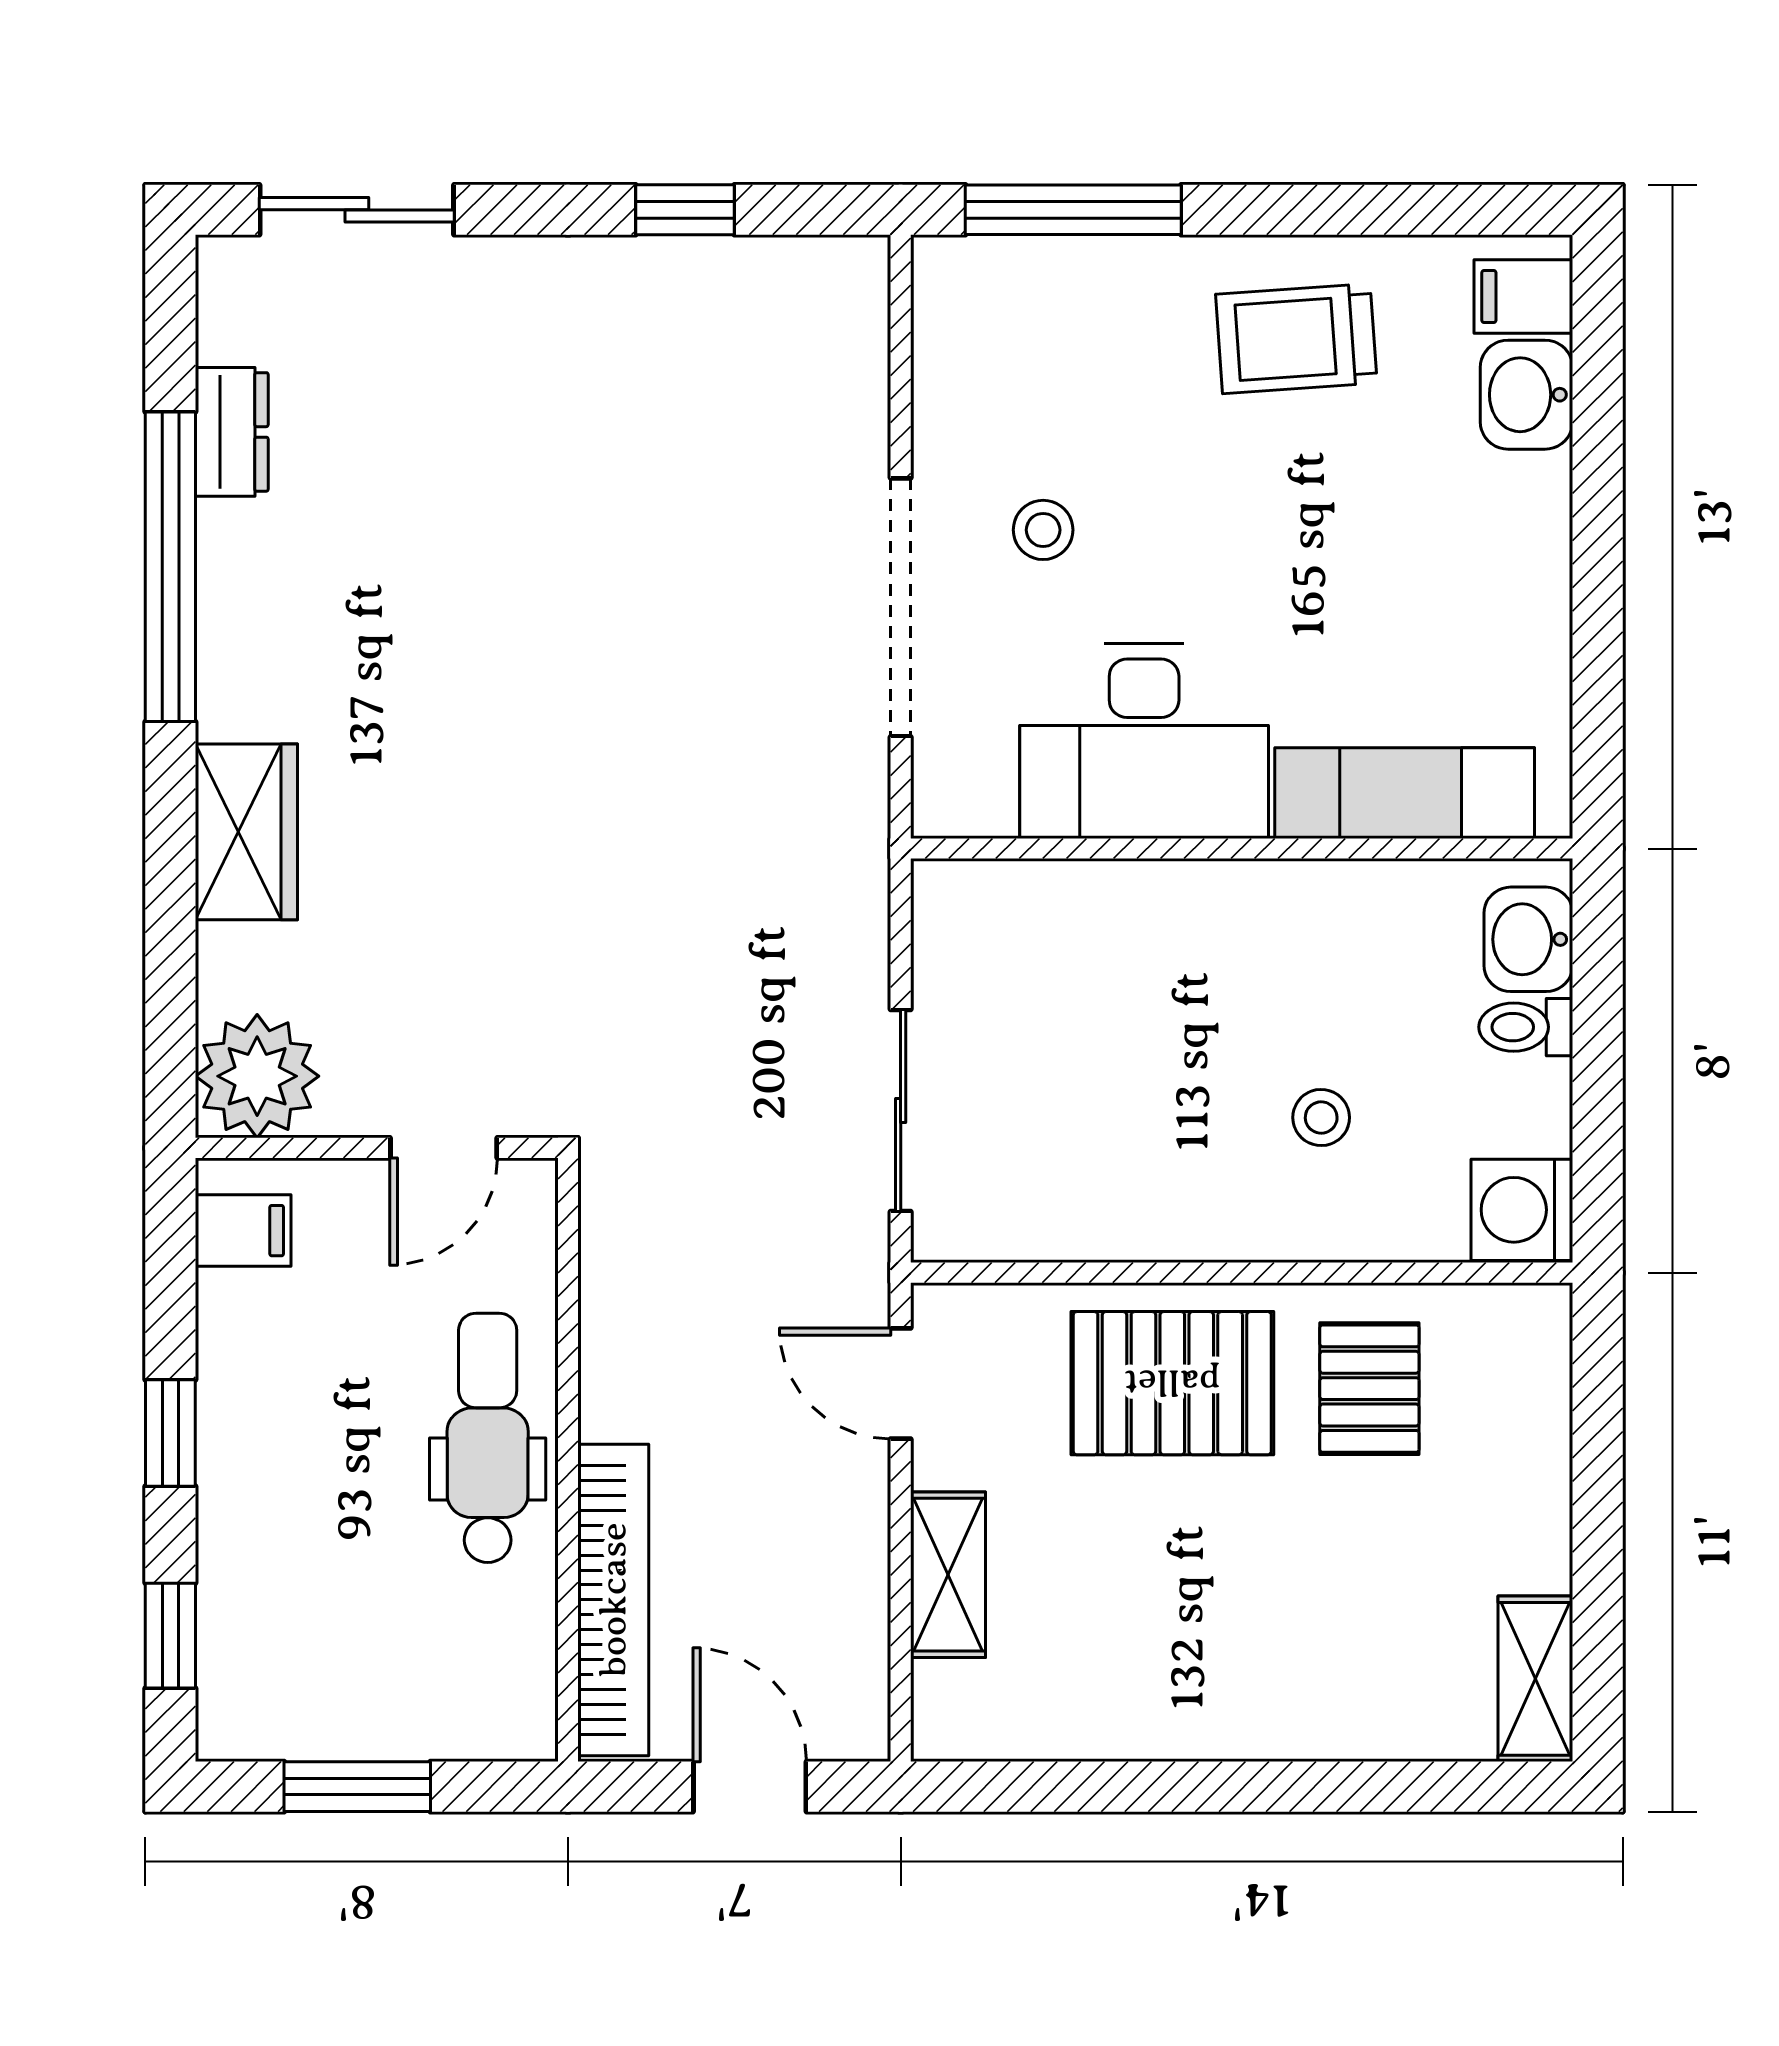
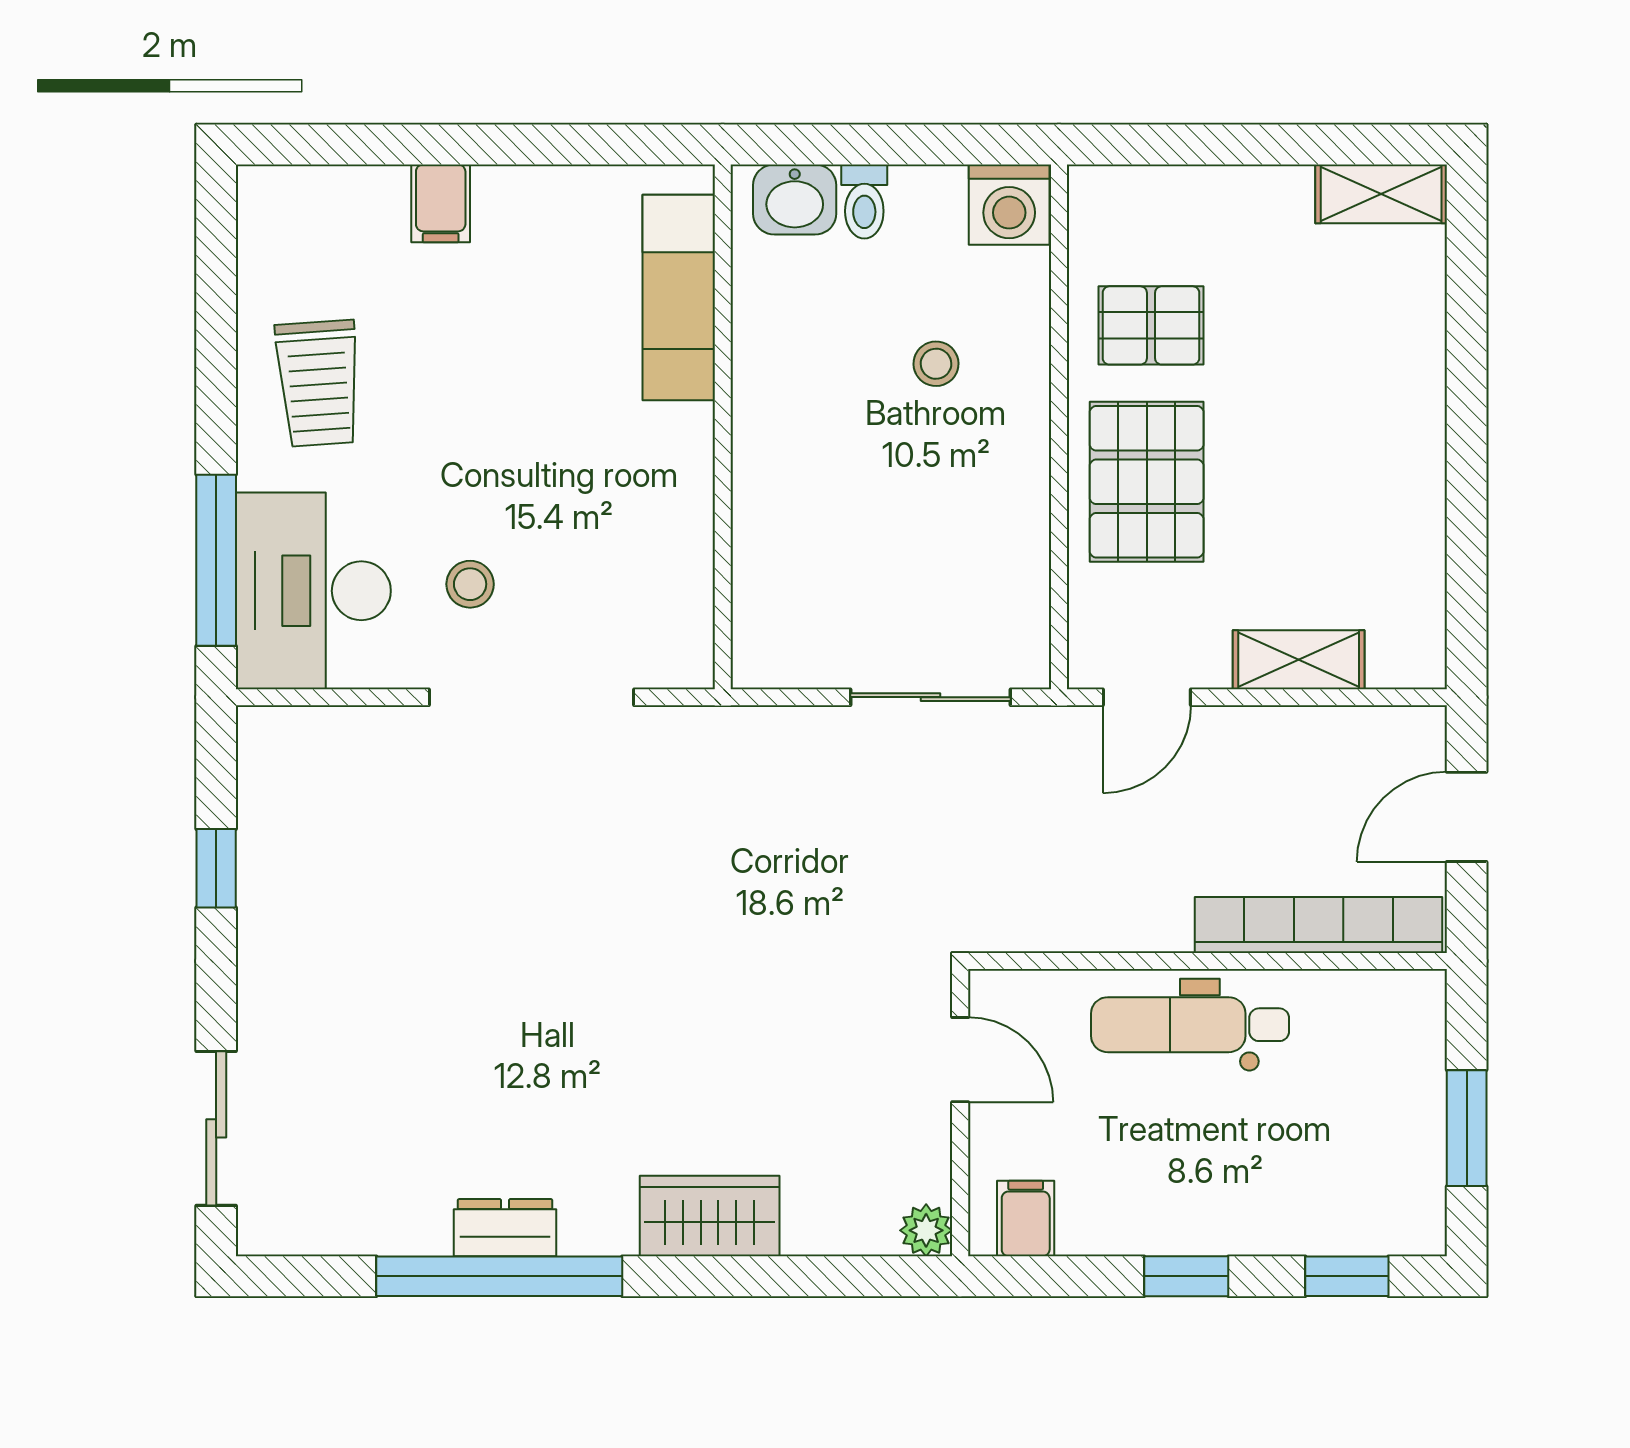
filing cabinet: (1523, 296) -> (441, 203), moved
washbasin: (1526, 395) -> (363, 201), removed
dresser: (232, 432) -> (505, 1228), moved
desk: (1144, 741) -> (313, 591), moved, turned 180
plant: (257, 1076) -> (926, 1230), width x0.53, depth x0.53

